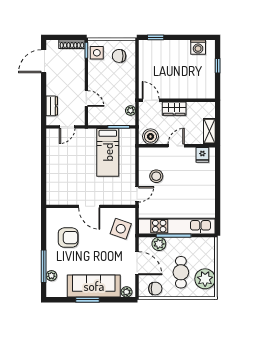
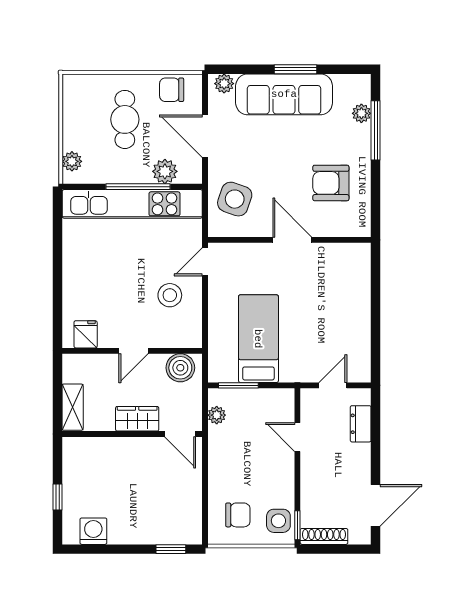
shelving: (209, 131) -> (73, 407), moved
plant: (205, 279) -> (72, 161), moved, width x0.53, depth x0.53

